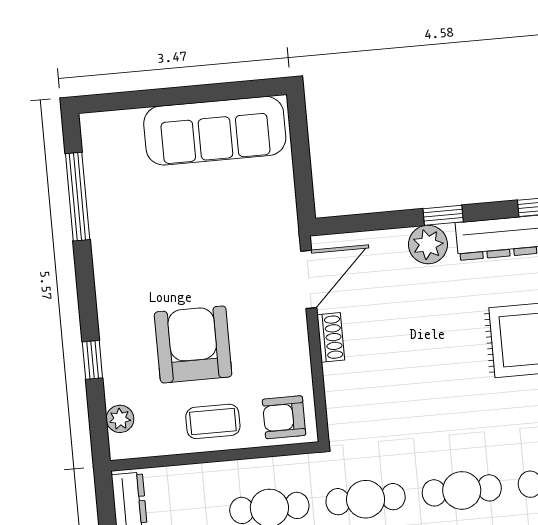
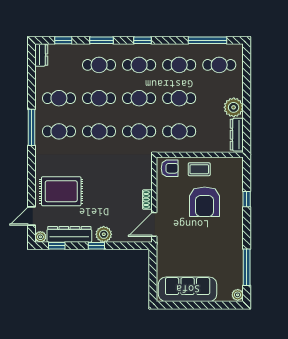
plant: (120, 419) -> (238, 295), moved

